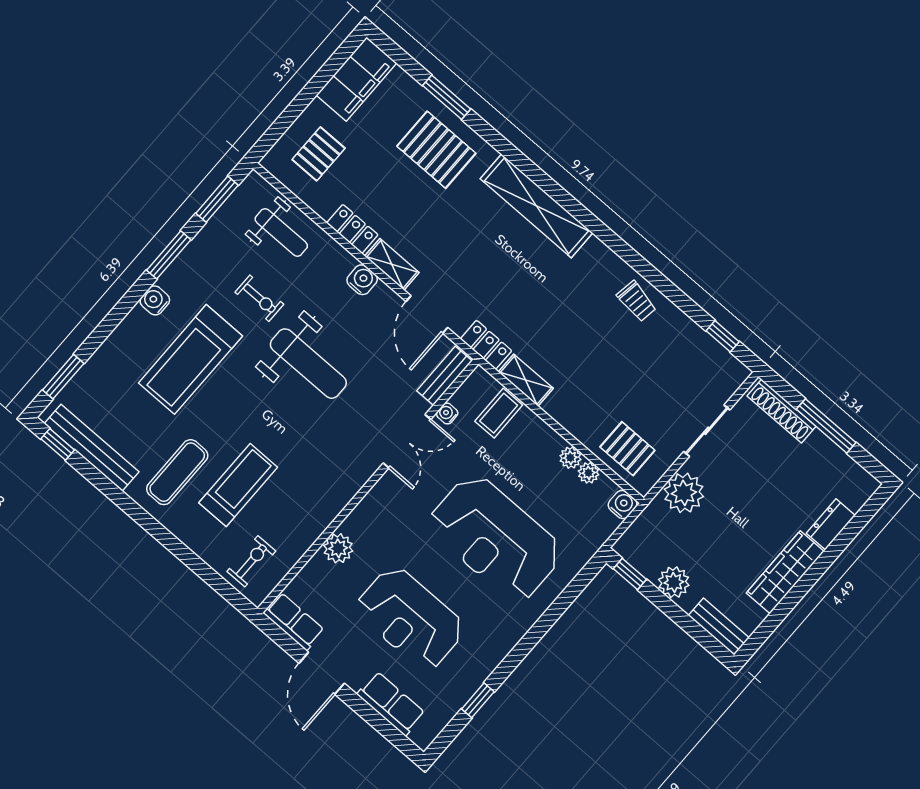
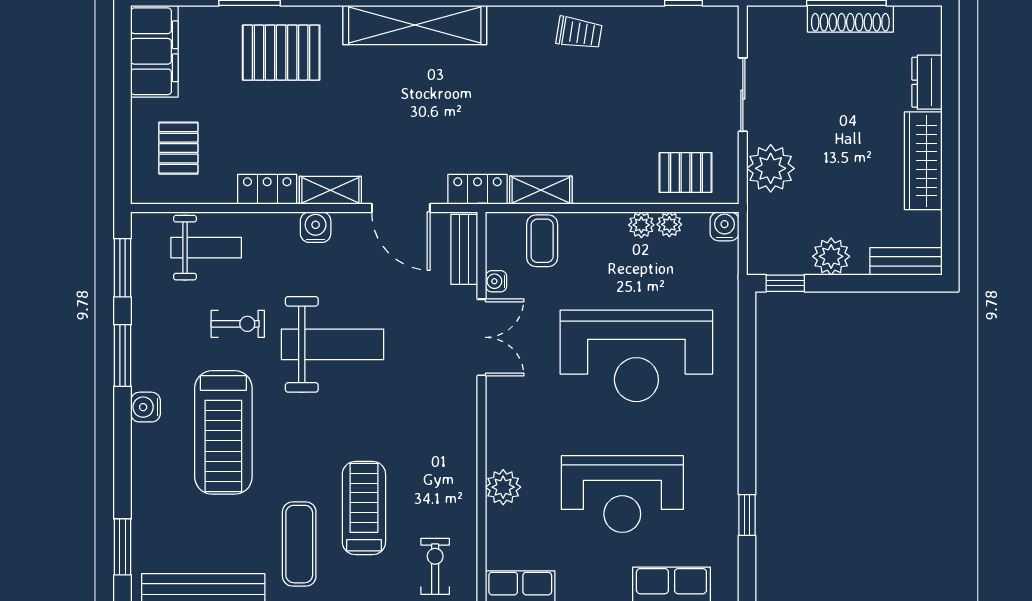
shoe rack: (782, 411) -> (850, 19), moved

